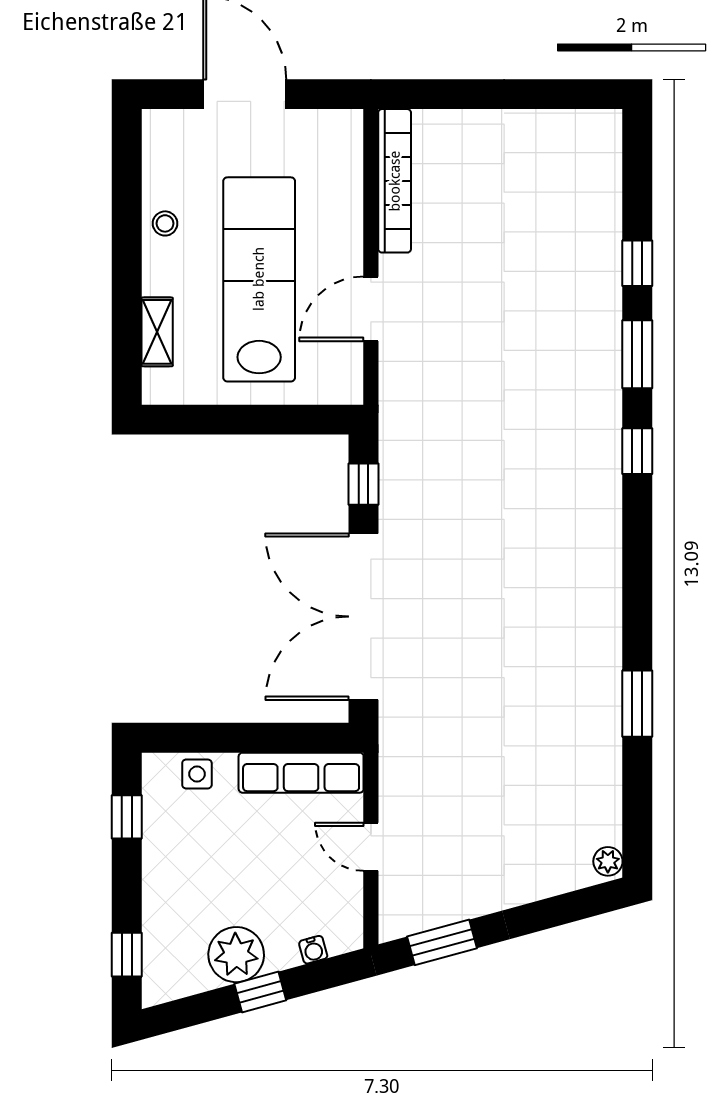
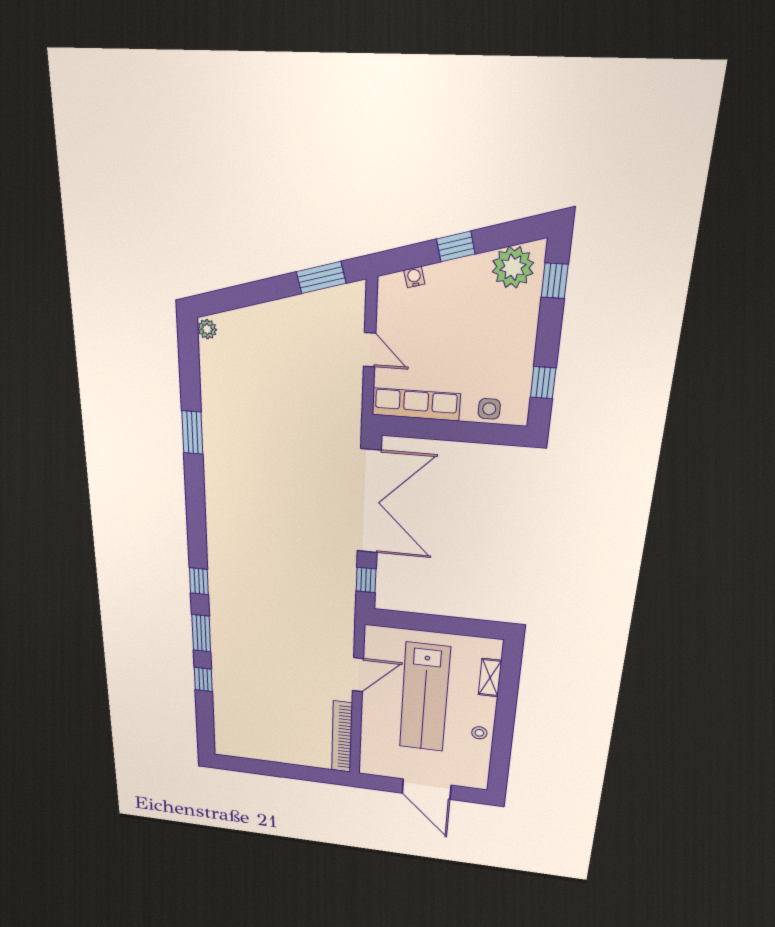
plant: (236, 955) -> (513, 267), moved

